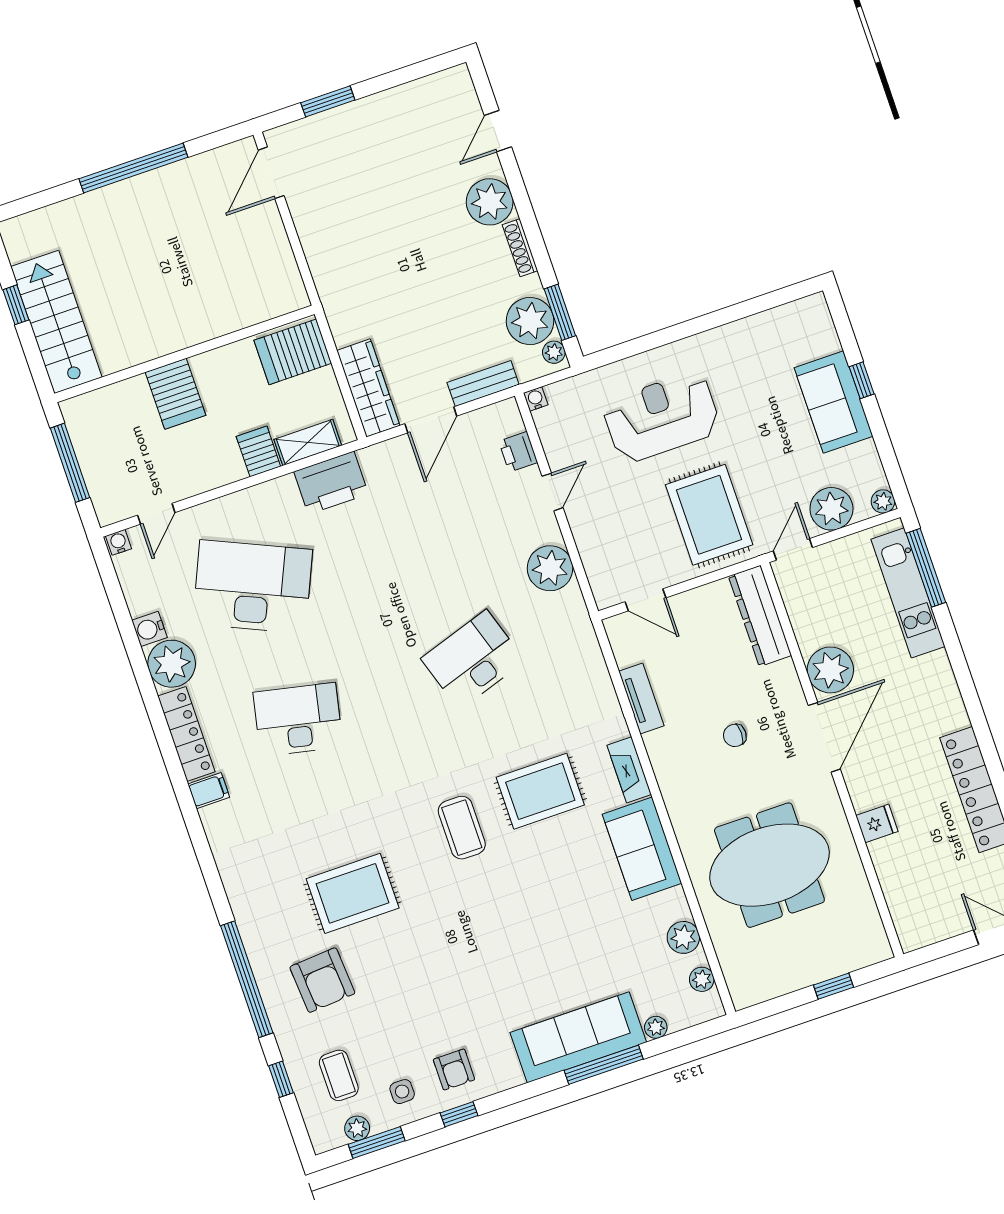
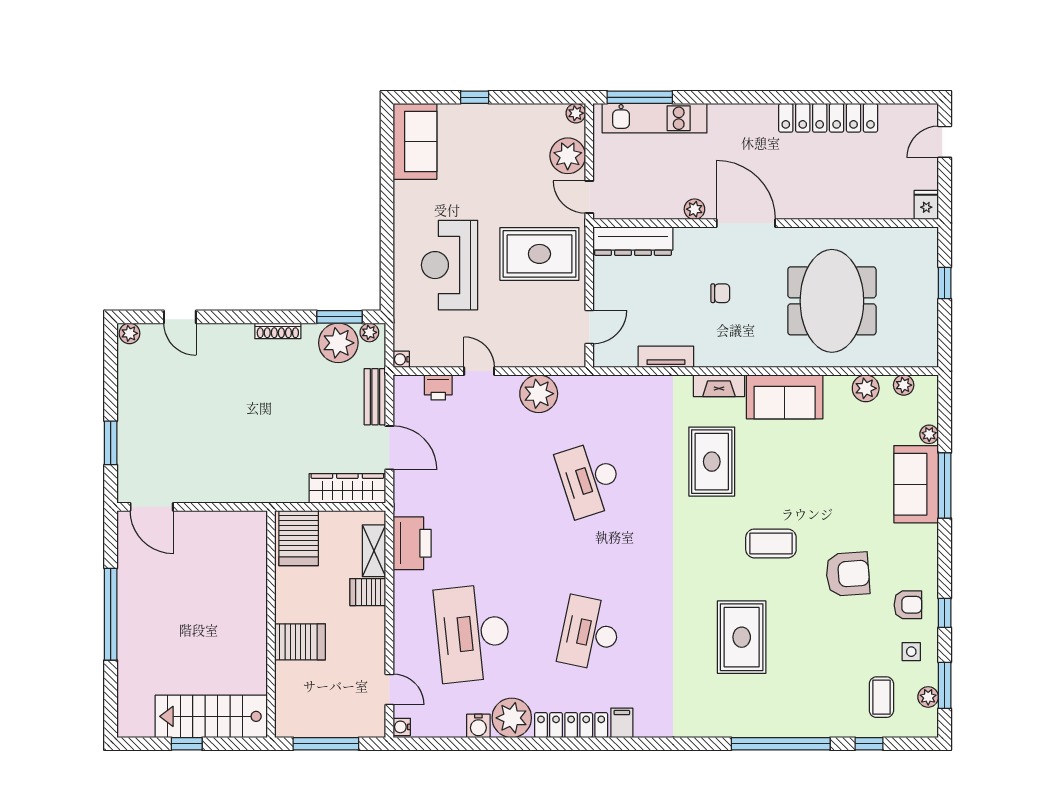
plant: (490, 202) -> (129, 333), moved, width x0.53, depth x0.53
sofa: (834, 402) -> (415, 141), moved, turned -90
desk: (253, 587) -> (473, 633), turned -30
plant: (830, 670) -> (694, 209), width x0.53, depth x0.53
chair: (735, 735) -> (720, 293), turned -90
fridge: (877, 823) -> (926, 205), moved
coffee table: (462, 828) -> (771, 543), moved
armchair: (322, 980) -> (848, 574), moved
sofa: (578, 1037) -> (916, 484), width x0.73
coffee table: (339, 1075) -> (881, 697), turned 90

